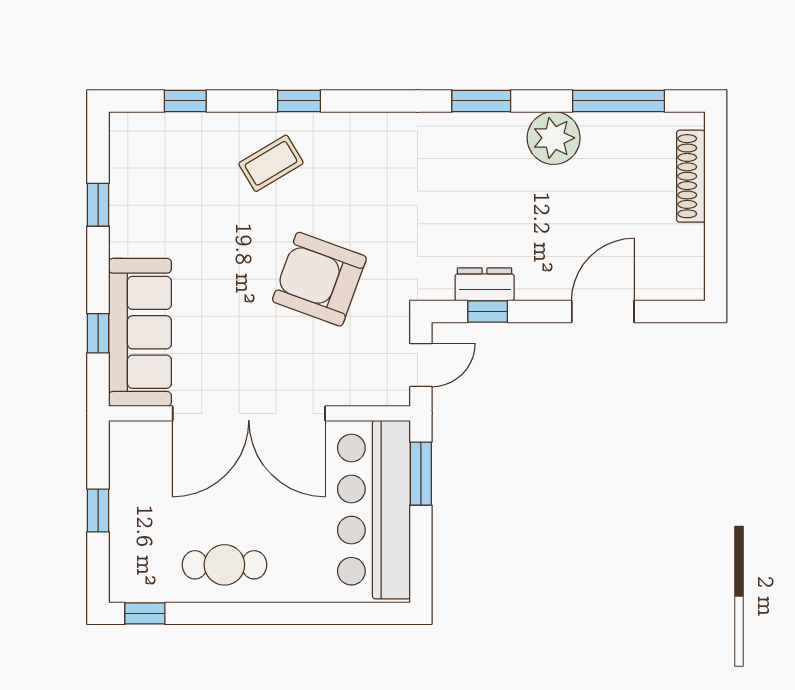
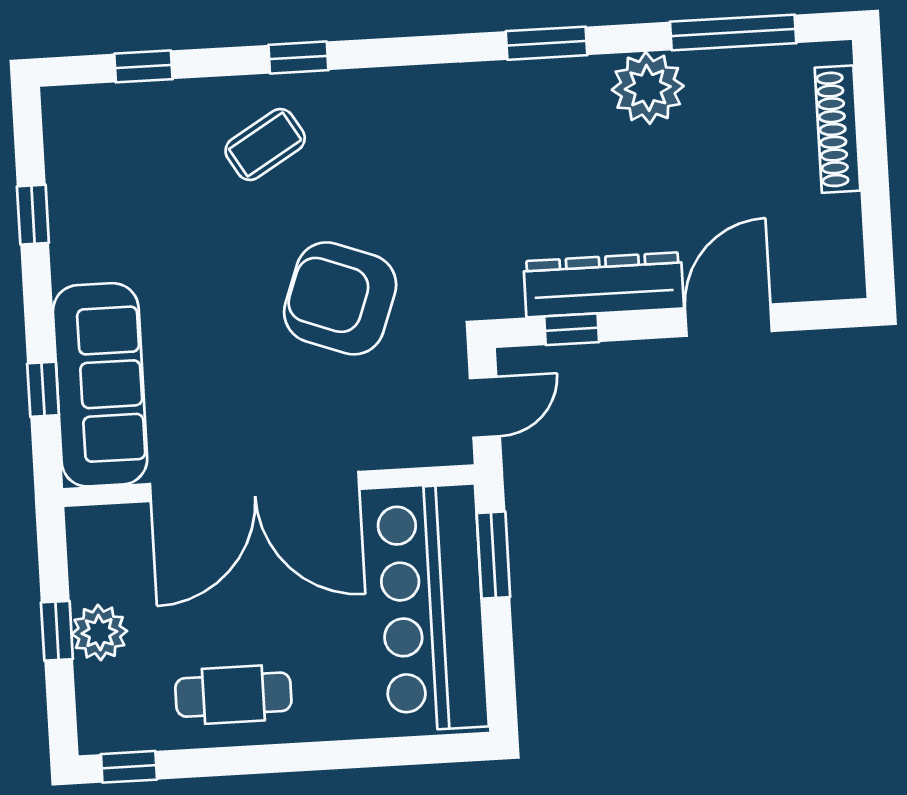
dresser: (485, 284) -> (604, 285), width x1.96, depth x1.24
plant: (129, 514) -> (99, 632), added

